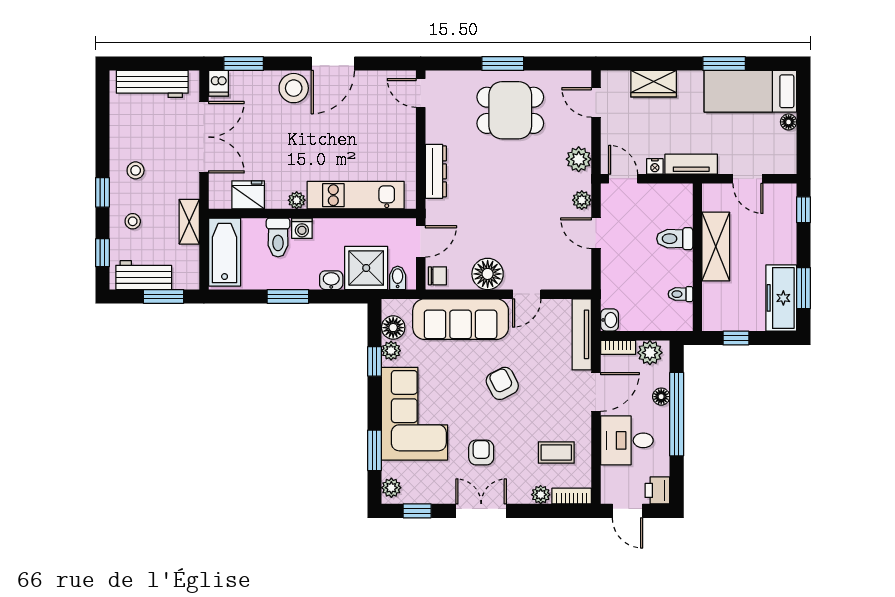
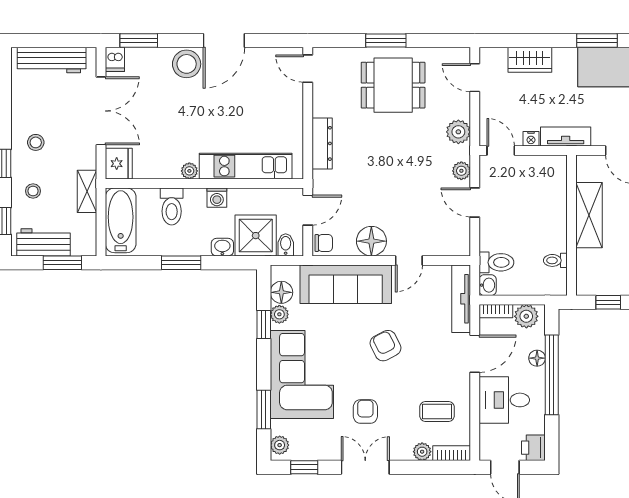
fridge: (248, 195) -> (119, 164), moved, turned 90
washing machine: (302, 228) -> (217, 198), moved
toilet: (675, 239) -> (496, 262), moved, turned 180

